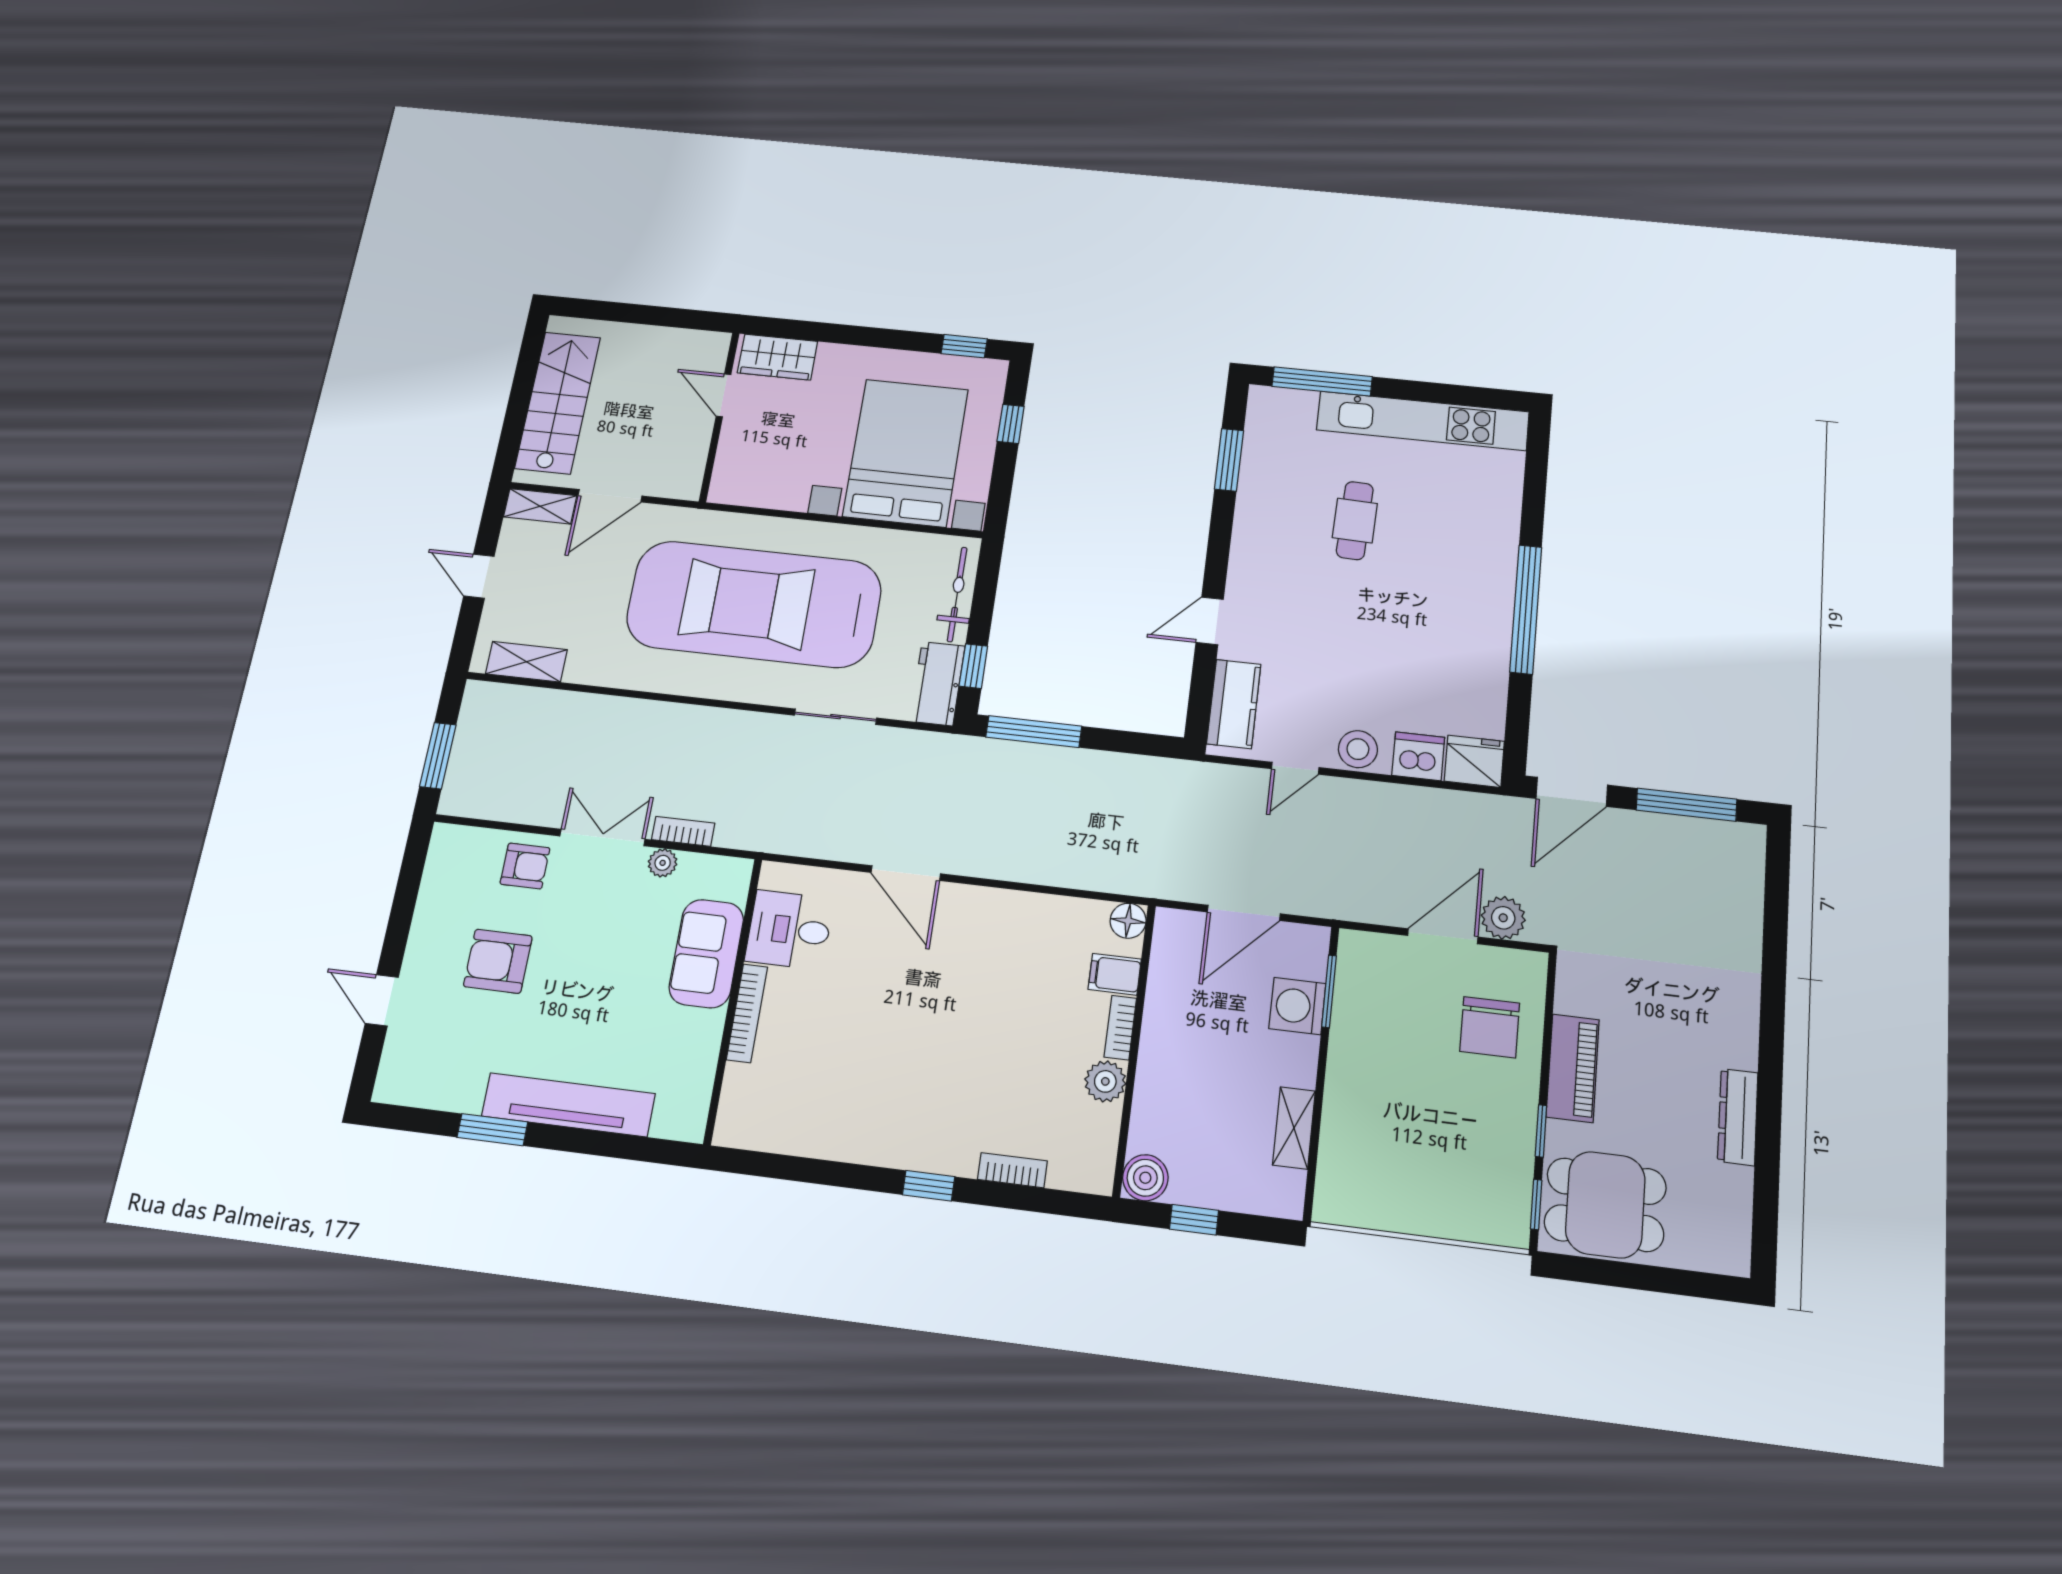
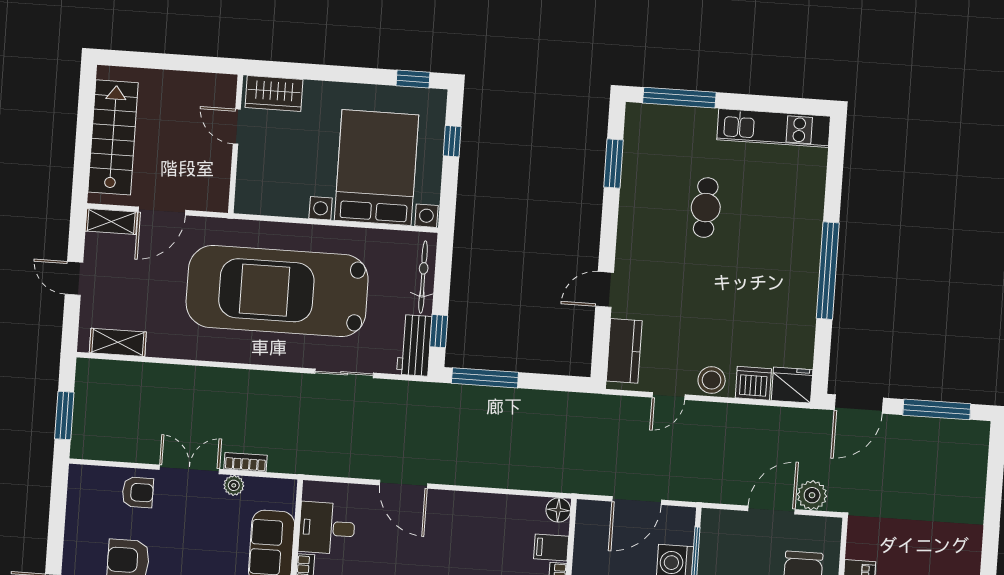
kitchen unit: (1423, 421) -> (774, 128), width x0.73

